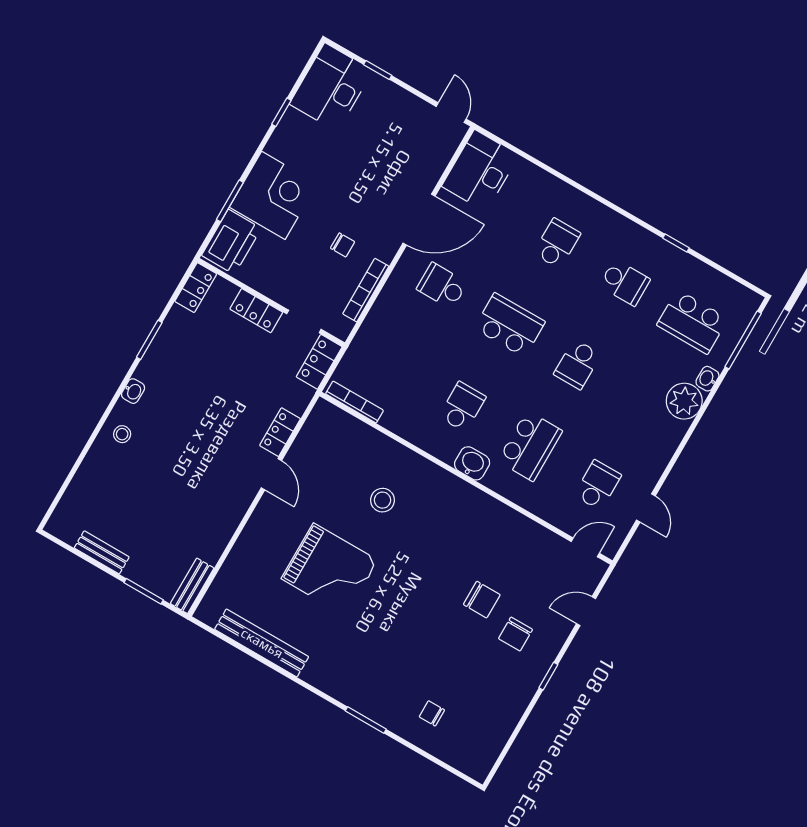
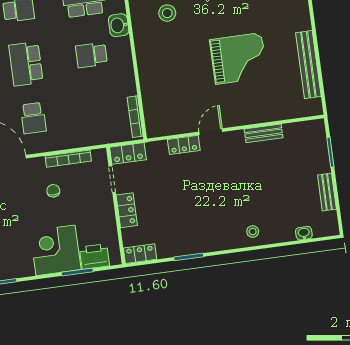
printer: (231, 242) -> (94, 256), width x0.73, depth x0.84
washbasin: (133, 391) -> (304, 233), moved
stool: (382, 500) -> (167, 13), moved
grand piano: (330, 569) -> (238, 59), turned 90
bench: (192, 586) -> (264, 133), moved

